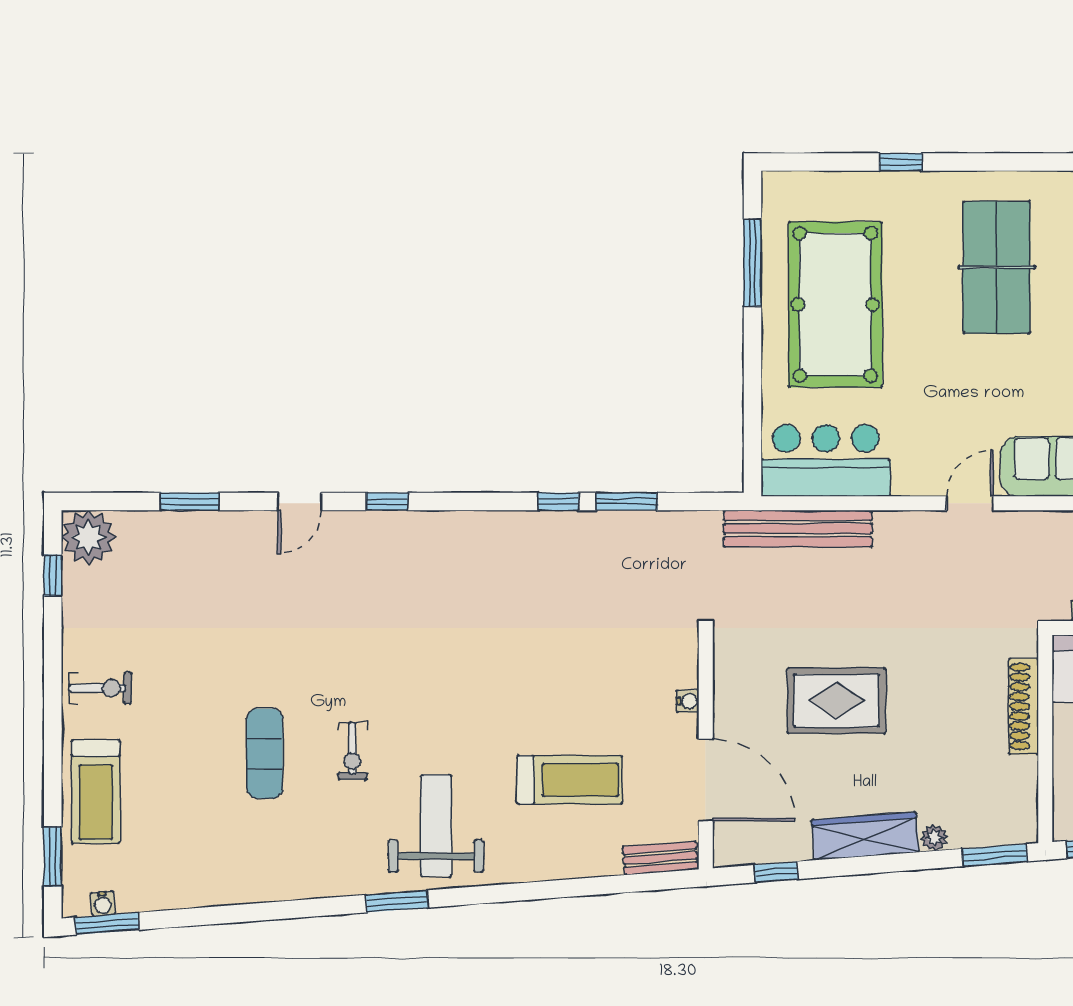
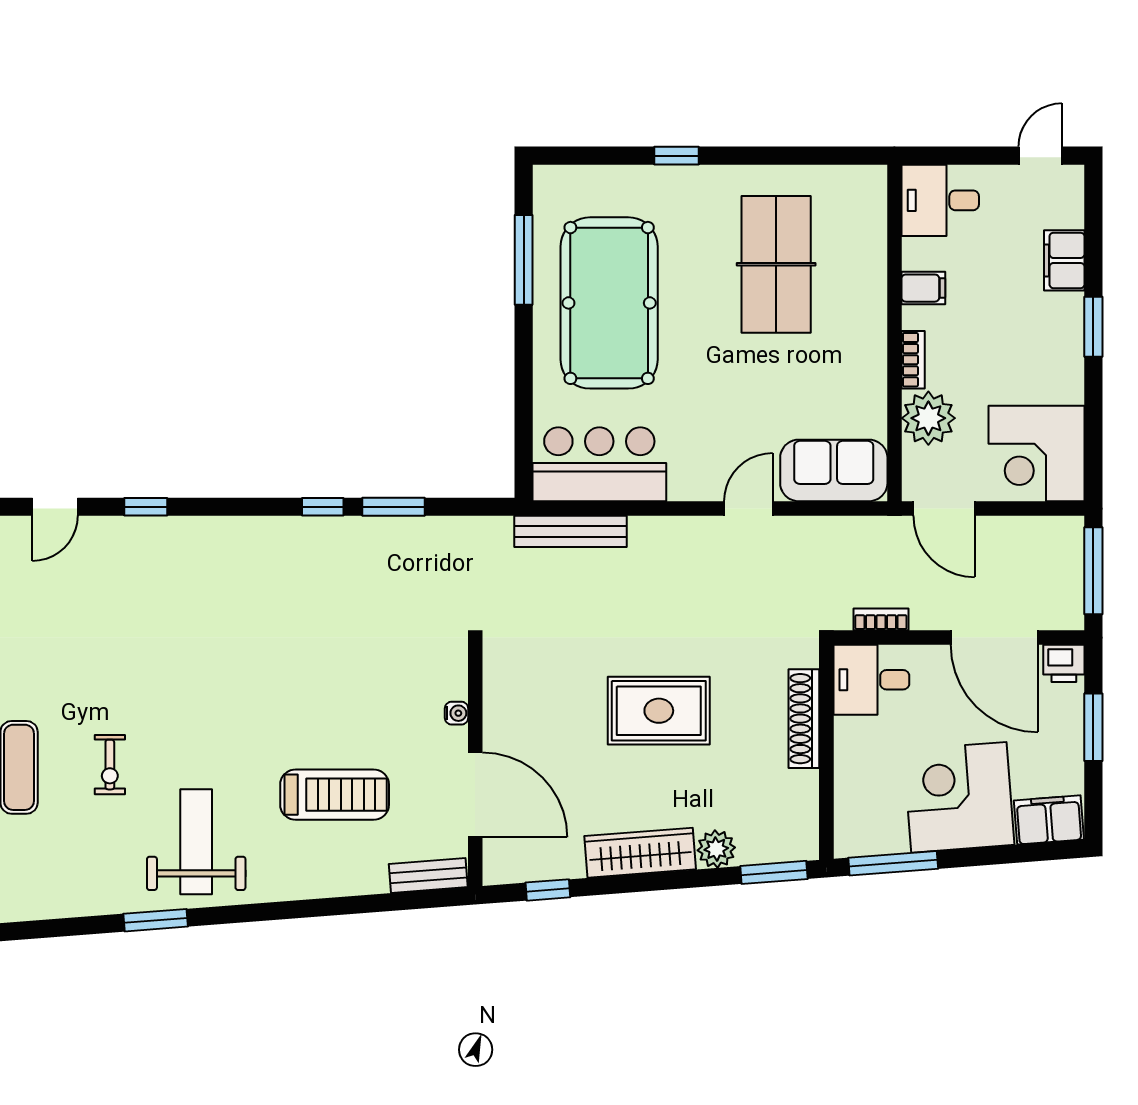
bench: (798, 529) -> (570, 531), width x0.73, depth x0.82
rug: (837, 701) -> (659, 711), moved
plant: (934, 838) -> (716, 849), width x1.38, depth x1.38

